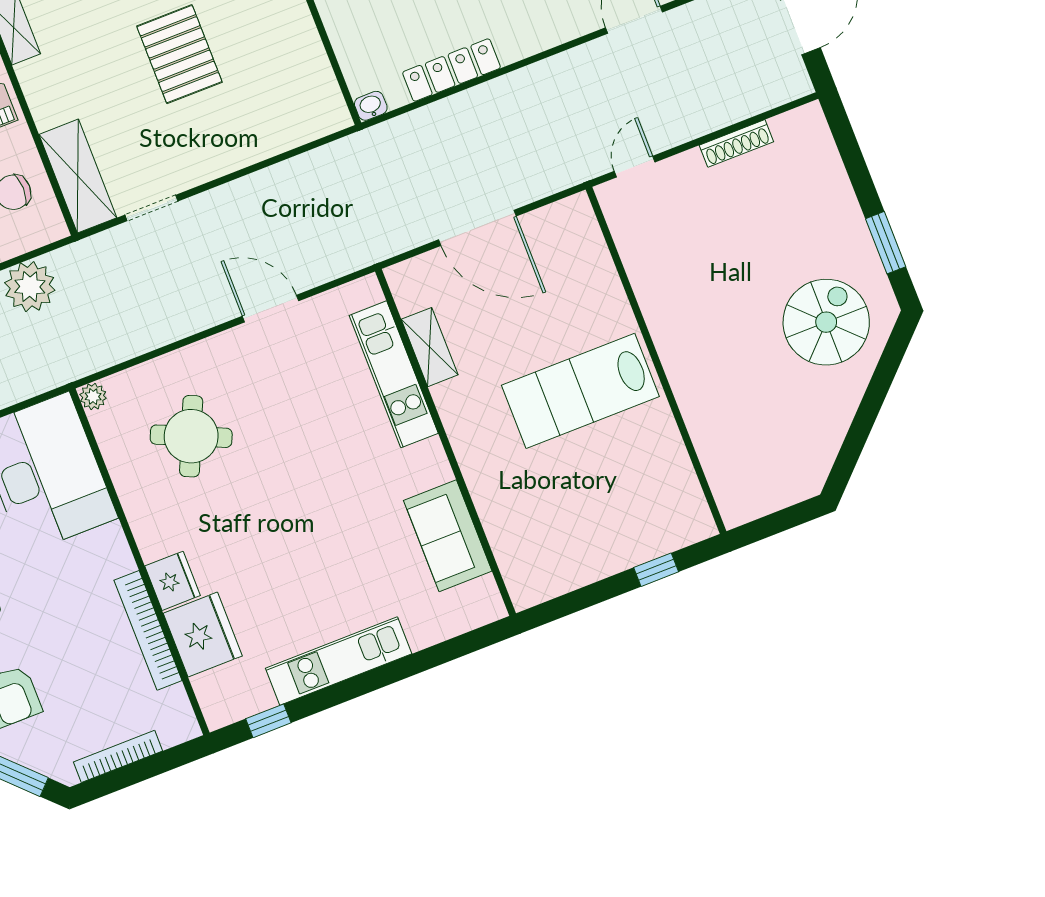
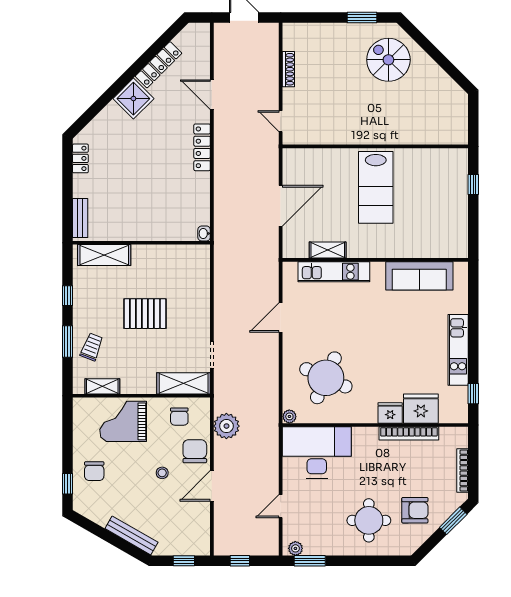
locker: (451, 70) -> (202, 147), moved
round table: (191, 436) -> (326, 378), width x1.36, depth x1.36
sofa: (448, 536) -> (419, 276), width x1.36

